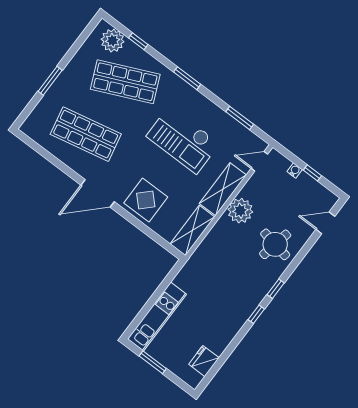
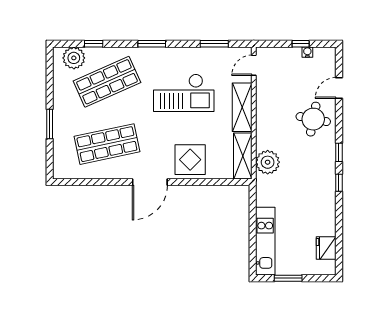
water cooler: (295, 171) -> (307, 52), moved
plant: (240, 211) -> (268, 162), moved
door: (325, 223) -> (339, 88), moved

